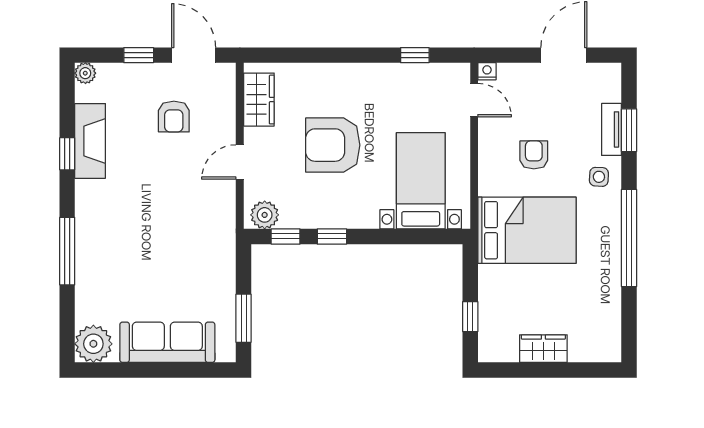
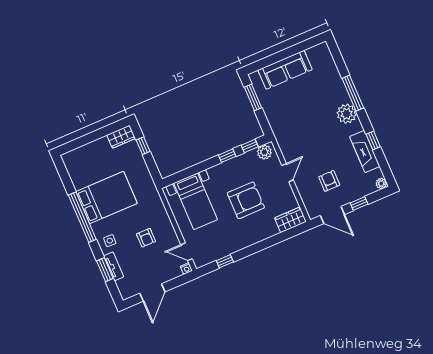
wardrobe: (259, 100) -> (290, 220), moved, turned 90
bed: (527, 230) -> (107, 197), moved, turned 180
plant: (93, 344) -> (347, 114), moved
wardrobe: (543, 349) -> (121, 137), moved

